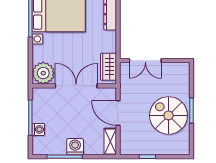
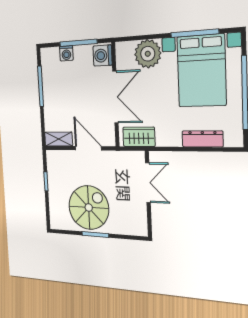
double door: (145, 60) -> (148, 183), swing flipped
plant: (43, 73) -> (148, 54), moved
door: (118, 113) -> (88, 148), hinge flipped
washing machine: (75, 147) -> (103, 56), moved, turned 180

